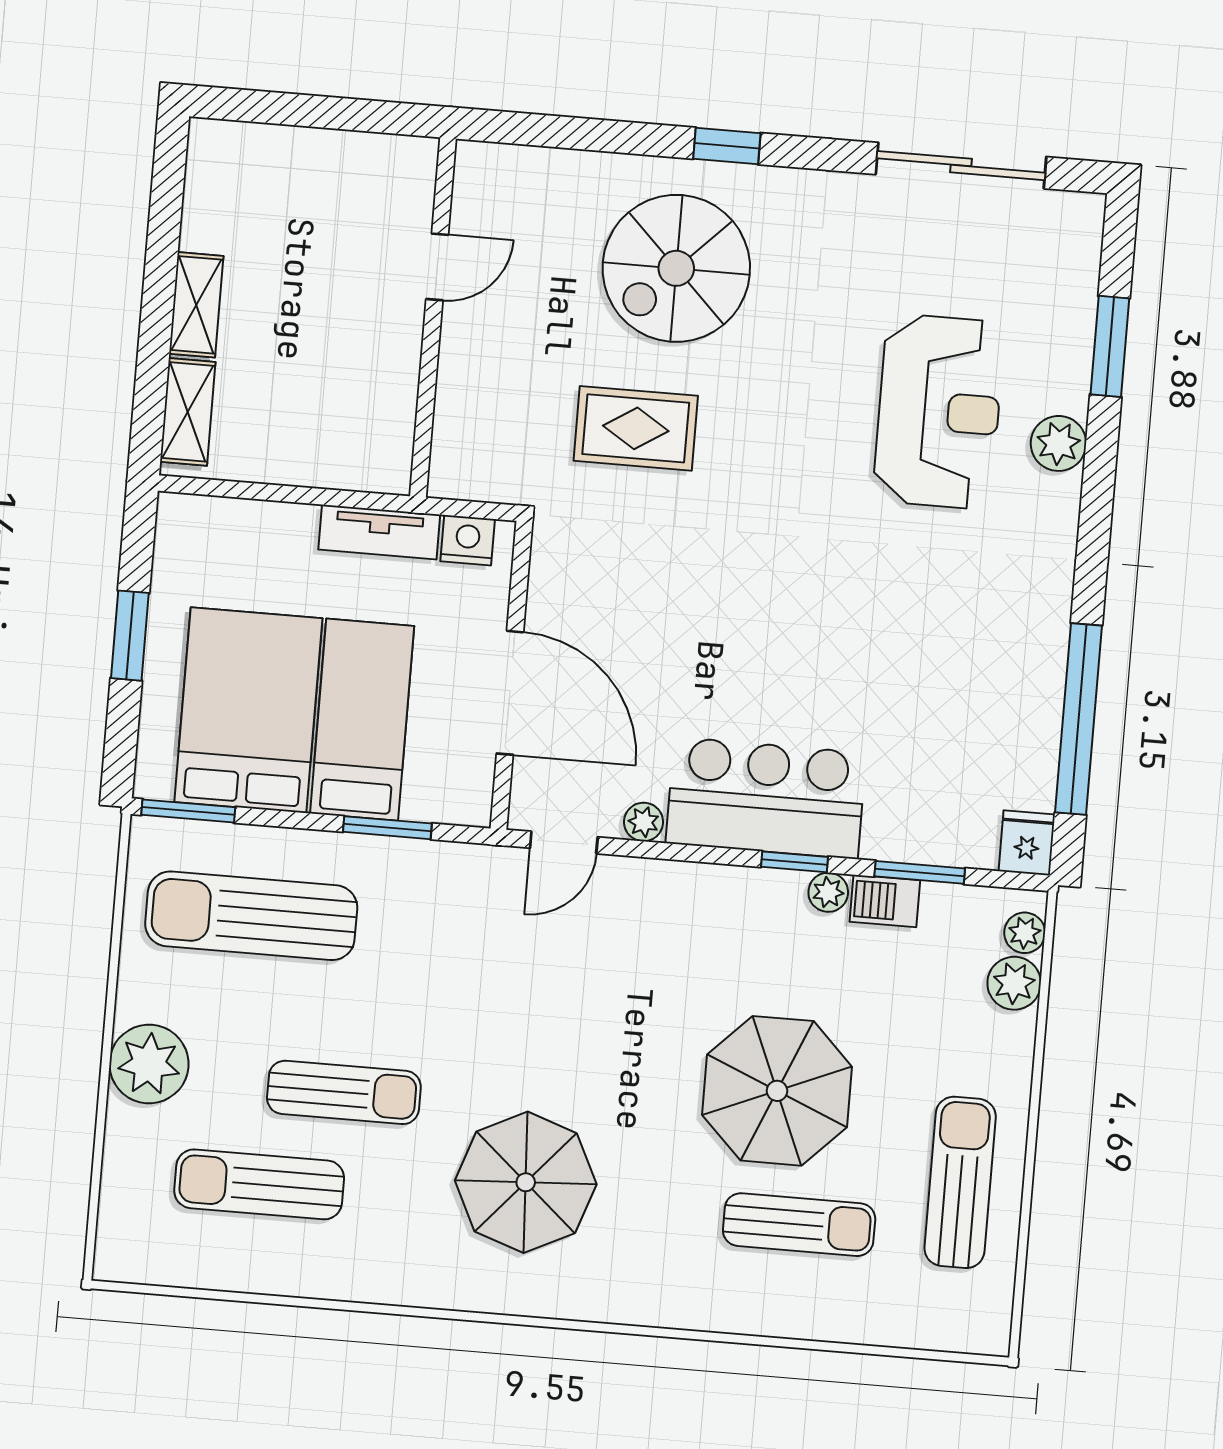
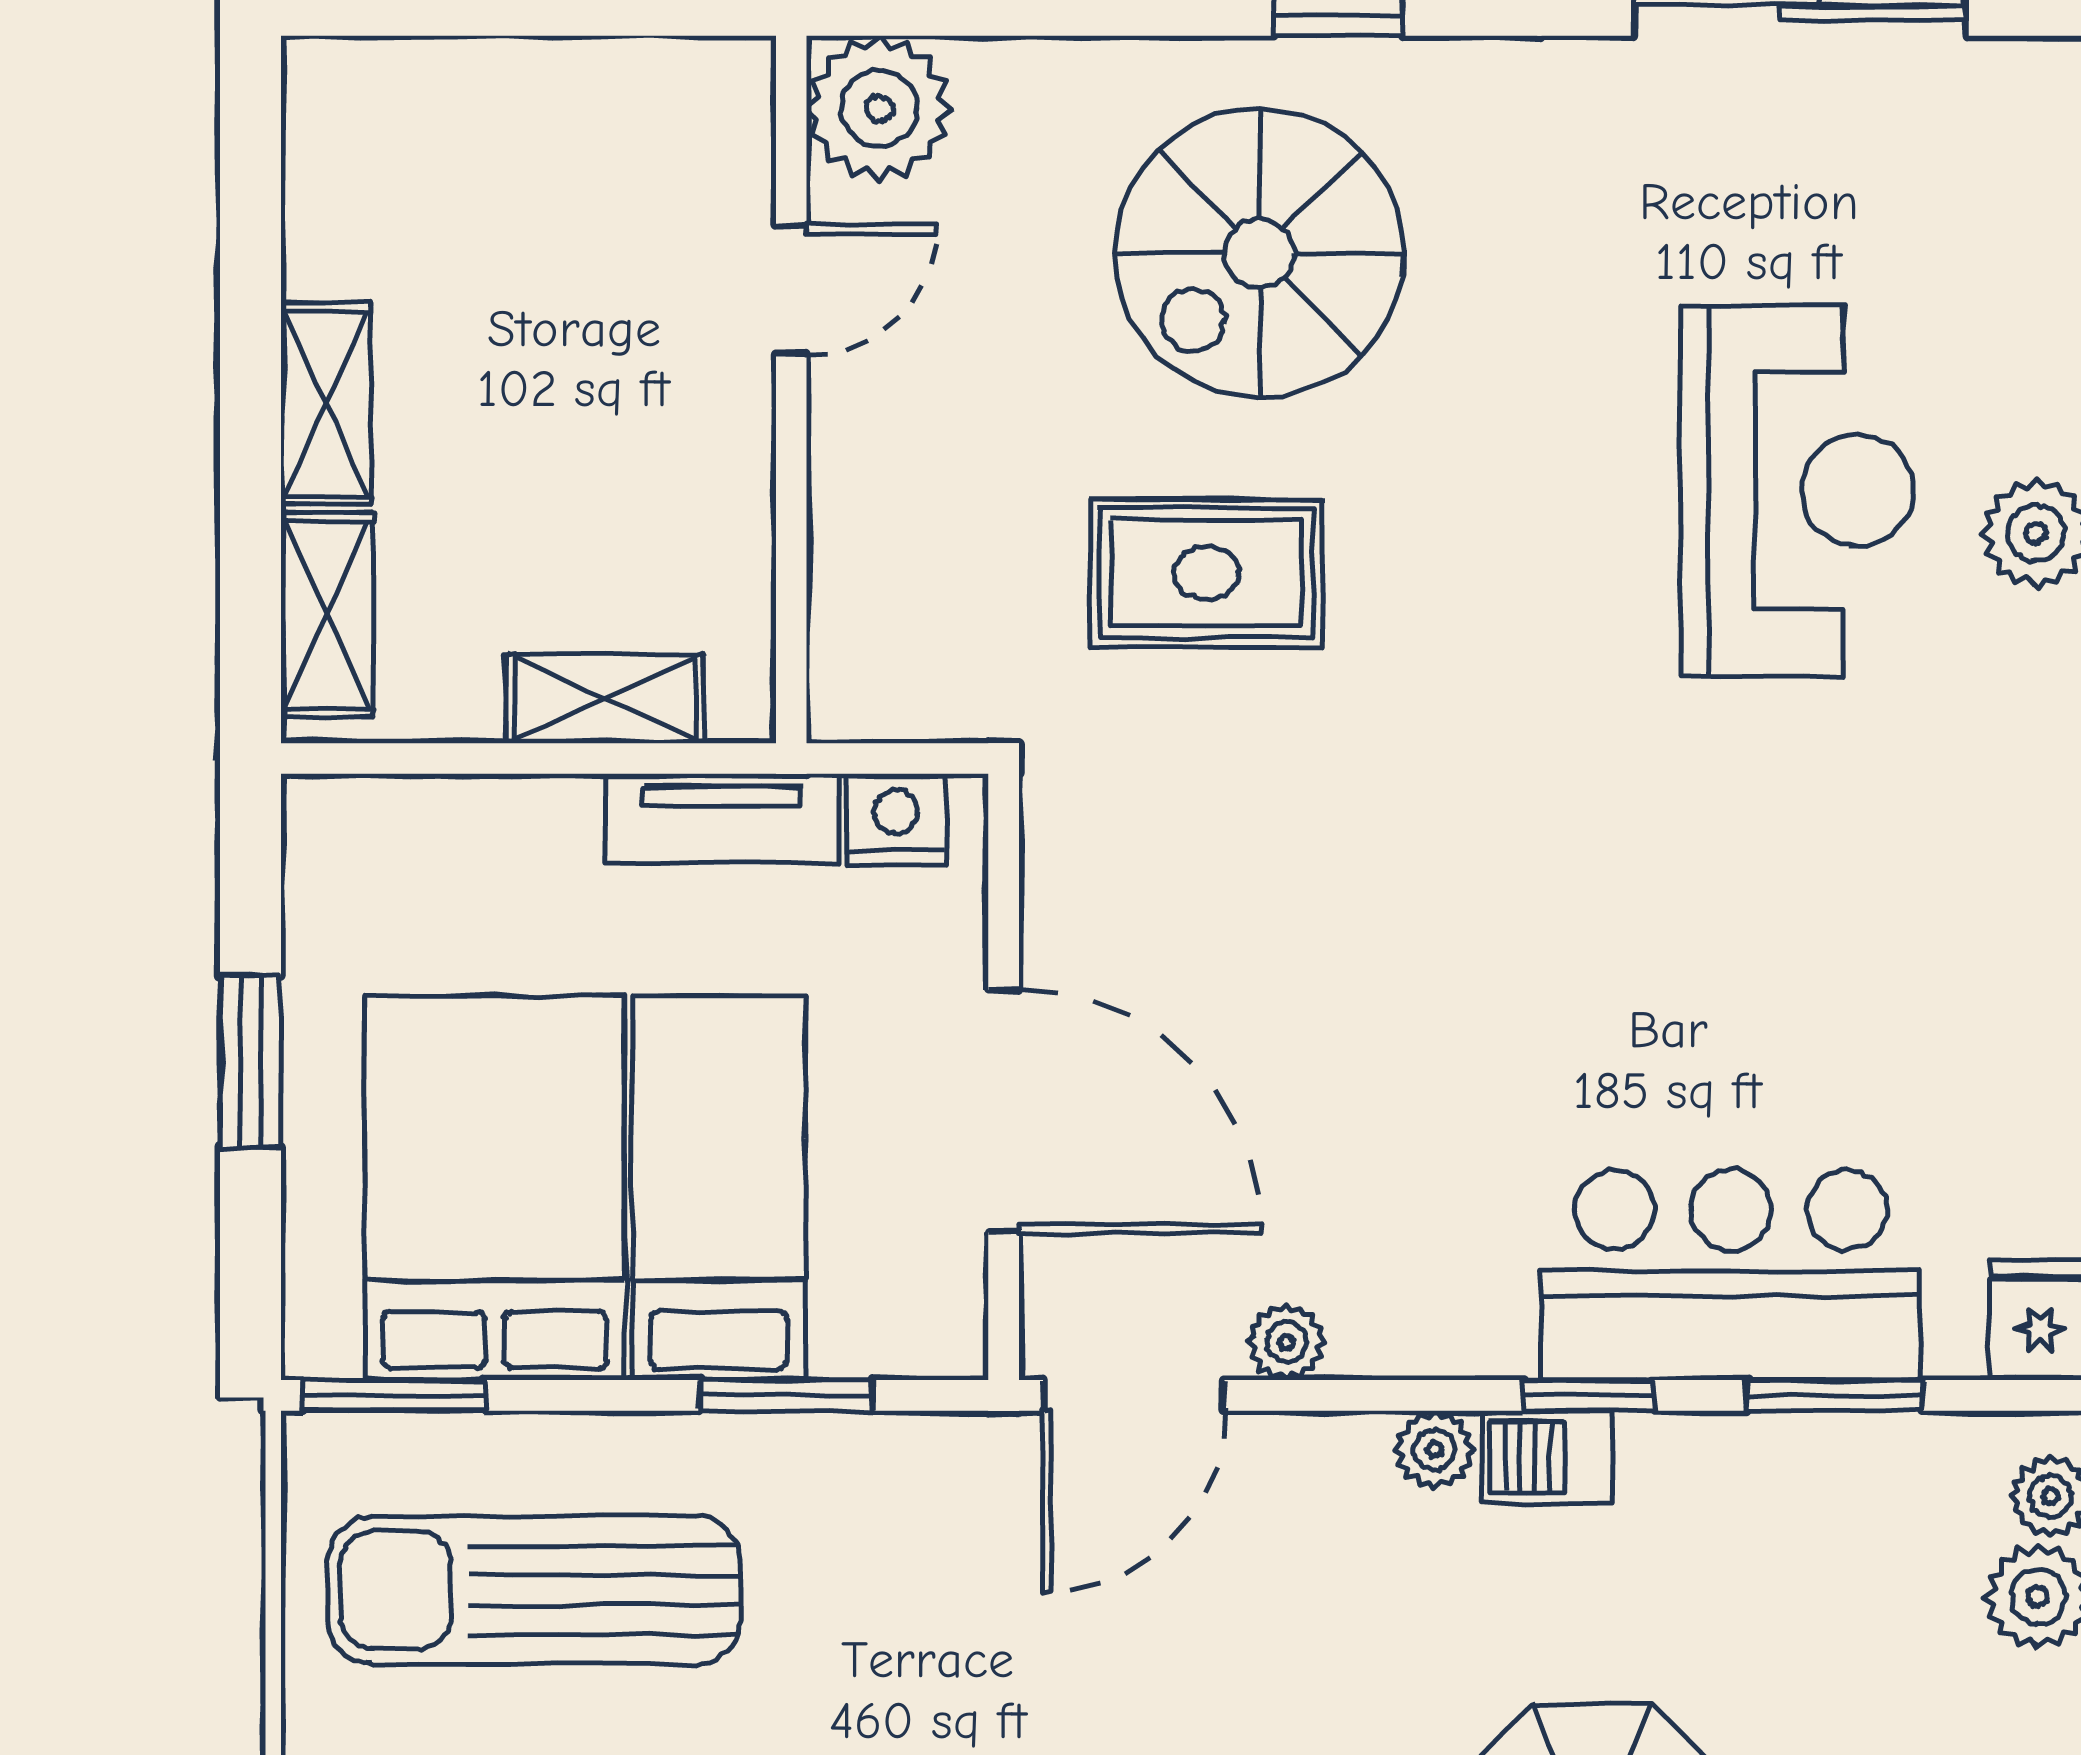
plant: (489, 179) -> (879, 108), added
shelving: (326, 467) -> (606, 699), added
bar counter: (766, 798) -> (1731, 1275), moved
door: (564, 842) -> (1134, 1395), width x1.38
plant: (828, 892) -> (1435, 1449), moved
barbecue: (885, 901) -> (1547, 1457), moved

